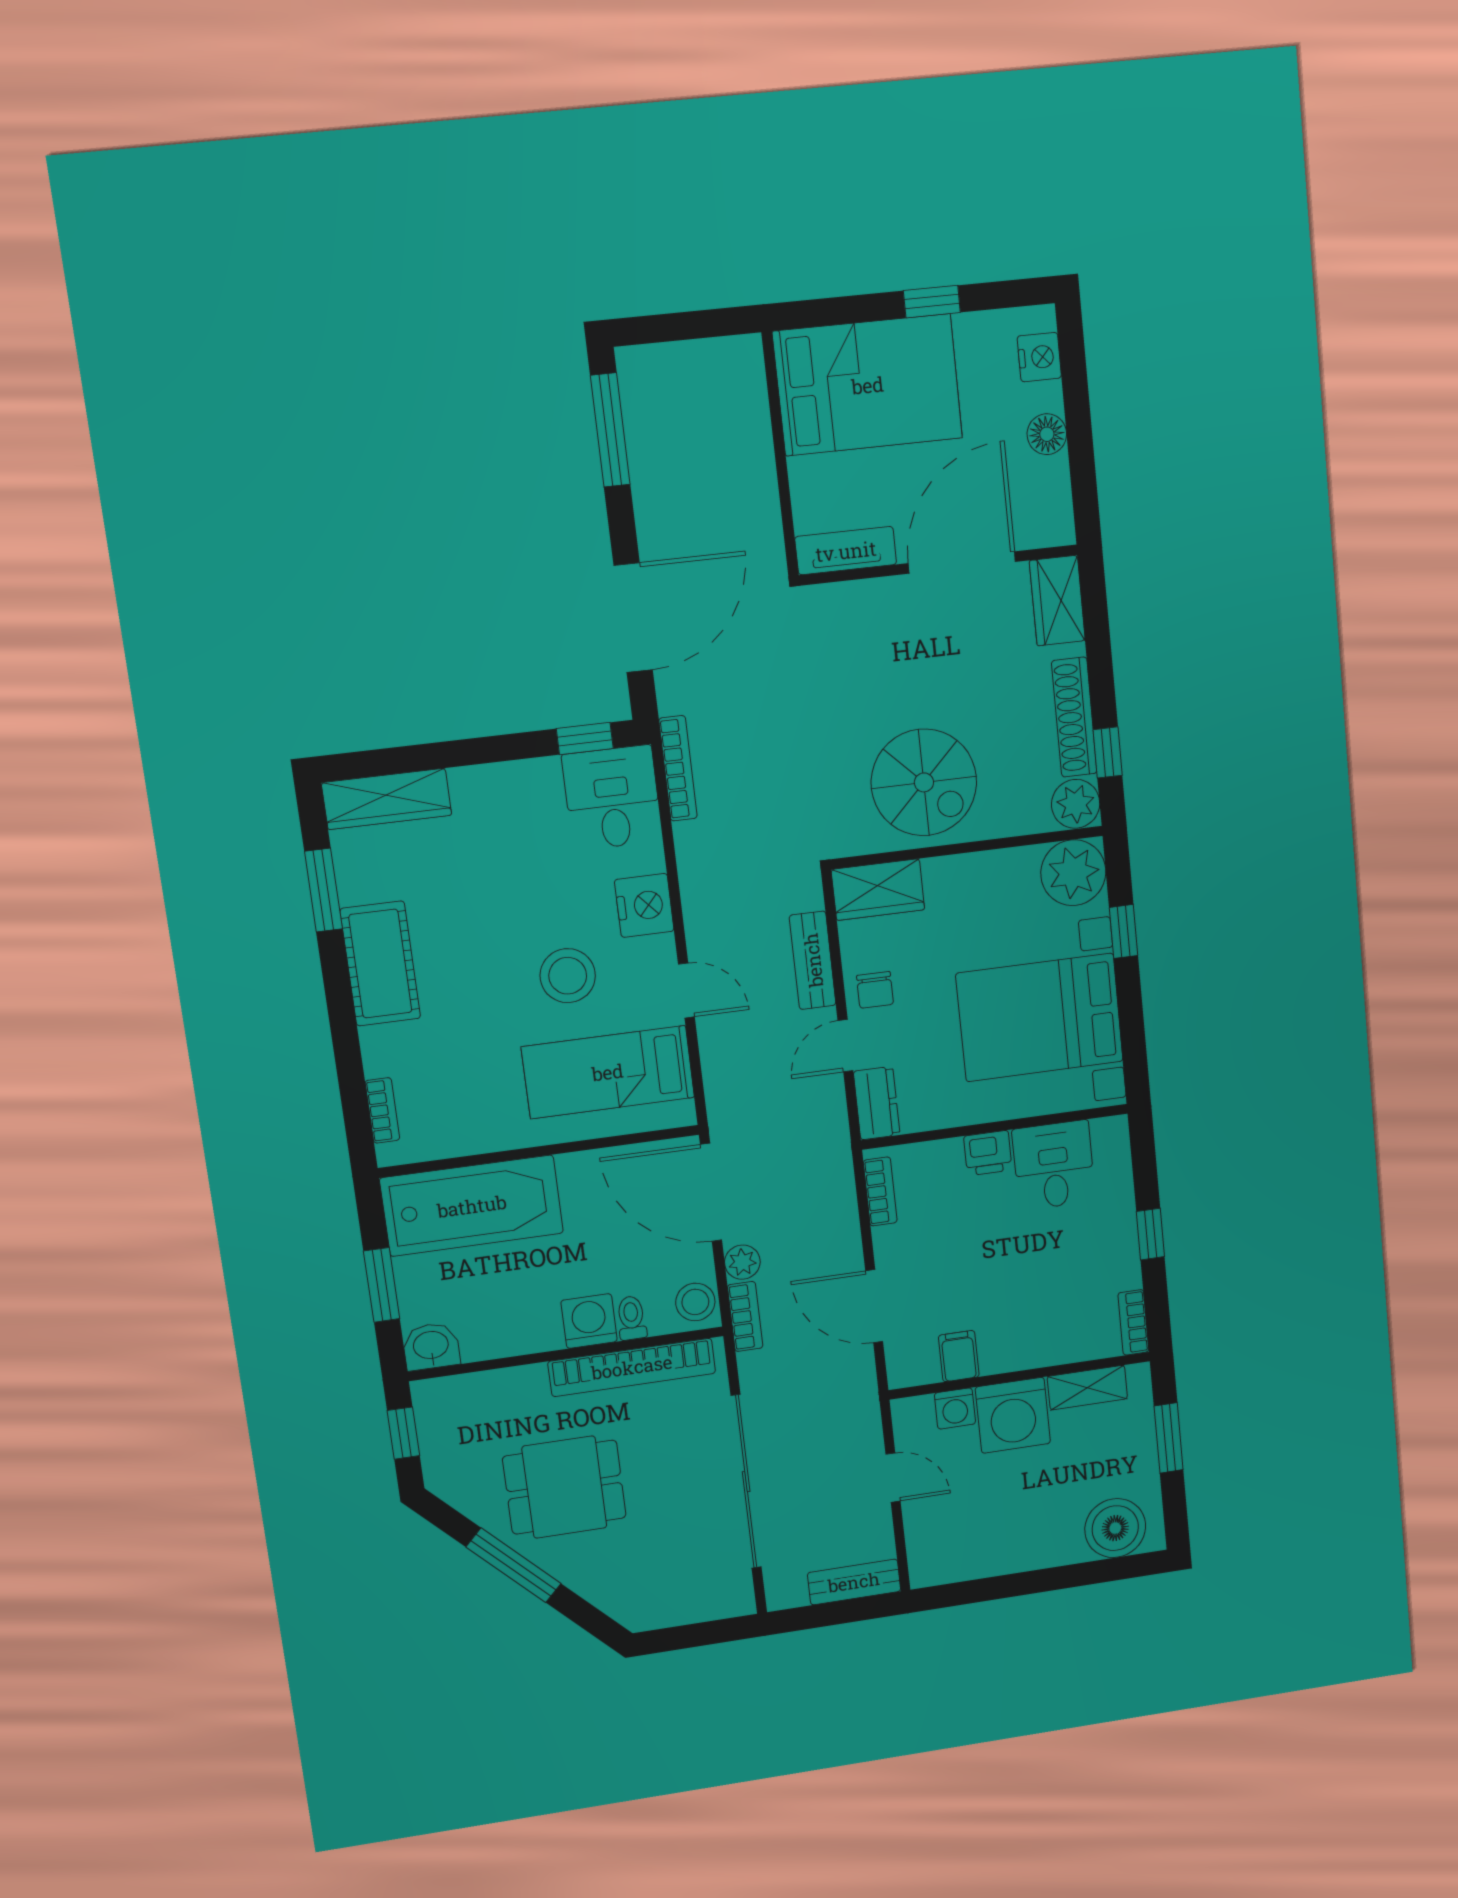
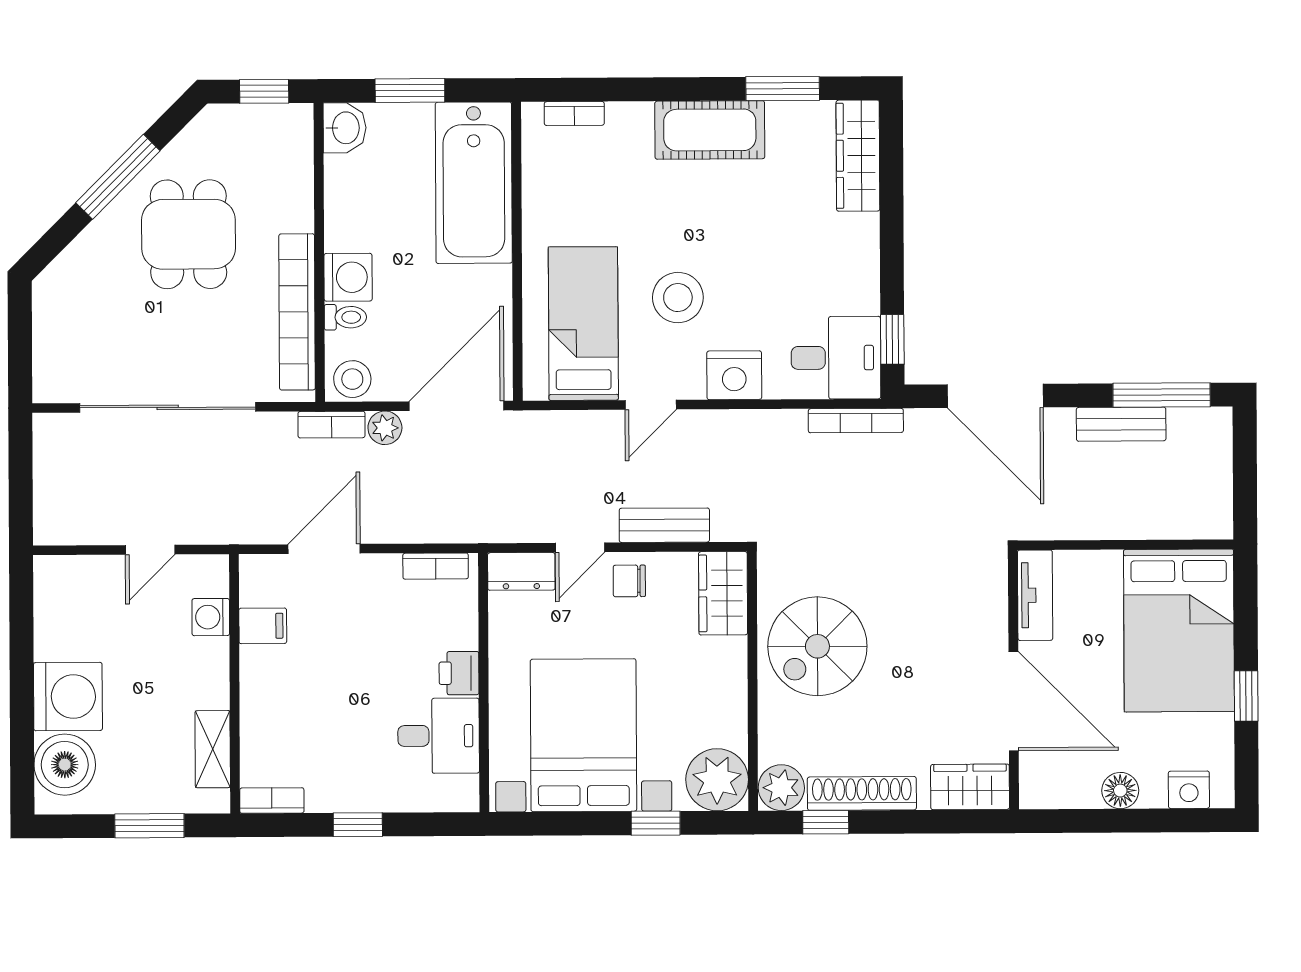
door: (845, 1046) -> (580, 548), swing flipped
washing machine: (1013, 1415) -> (68, 697), moved, turned 180
bench: (854, 1582) -> (1121, 424), moved, turned 90

